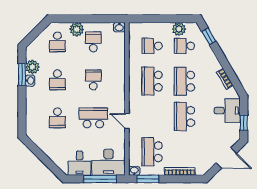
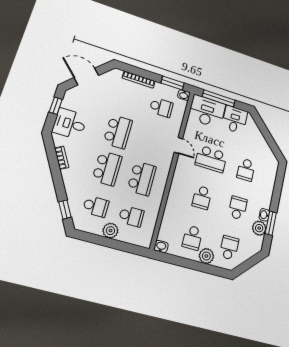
plant: (179, 29) -> (110, 231), moved
school desk: (57, 118) -> (246, 170), turned 180
school desk: (152, 152) -> (161, 107), width x0.54

